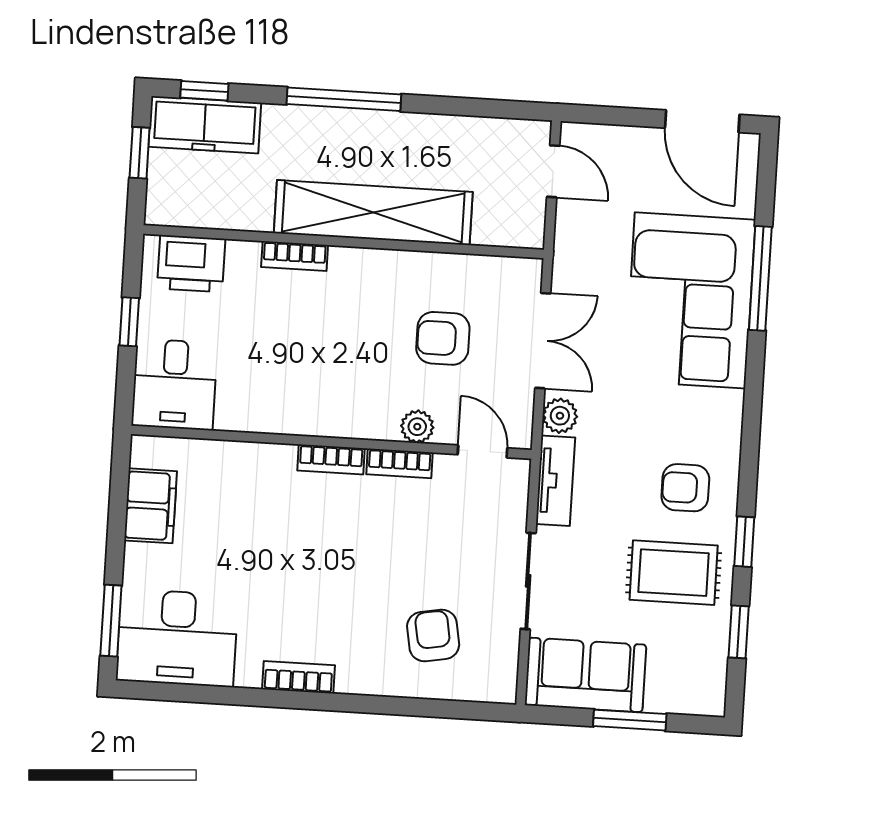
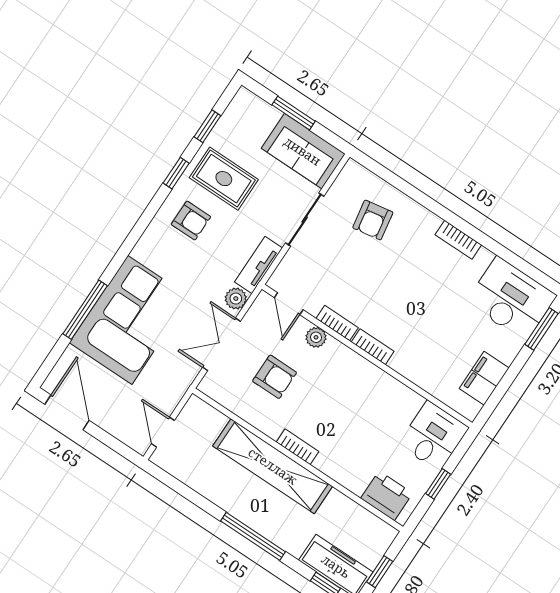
bookcase: (295, 256) -> (297, 447), moved

